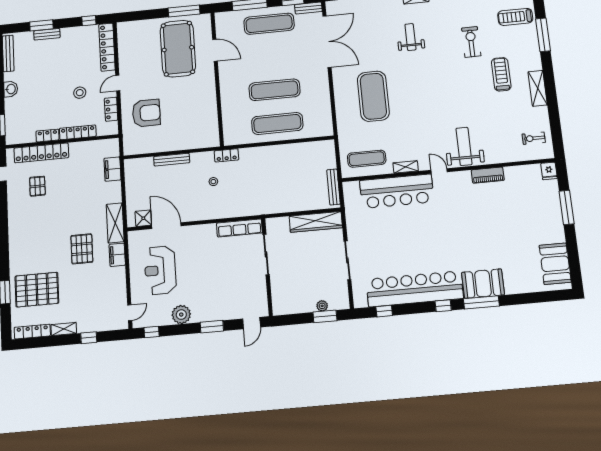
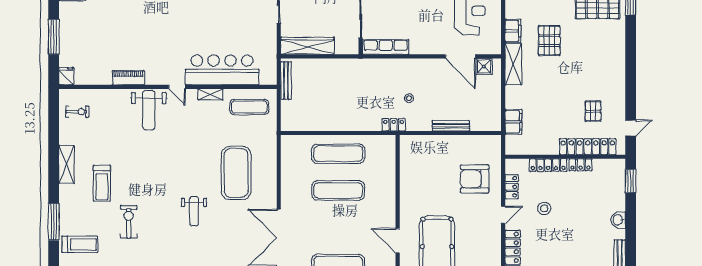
weight bench: (410, 37) -> (194, 211), moved
exercise bike: (471, 42) -> (129, 222), turned 180

